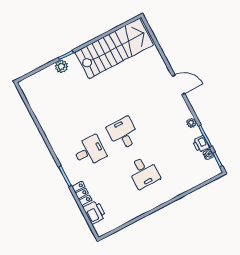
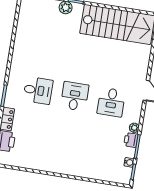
printer: (201, 144) -> (131, 140), moved
desk: (144, 172) -> (111, 102), moved

